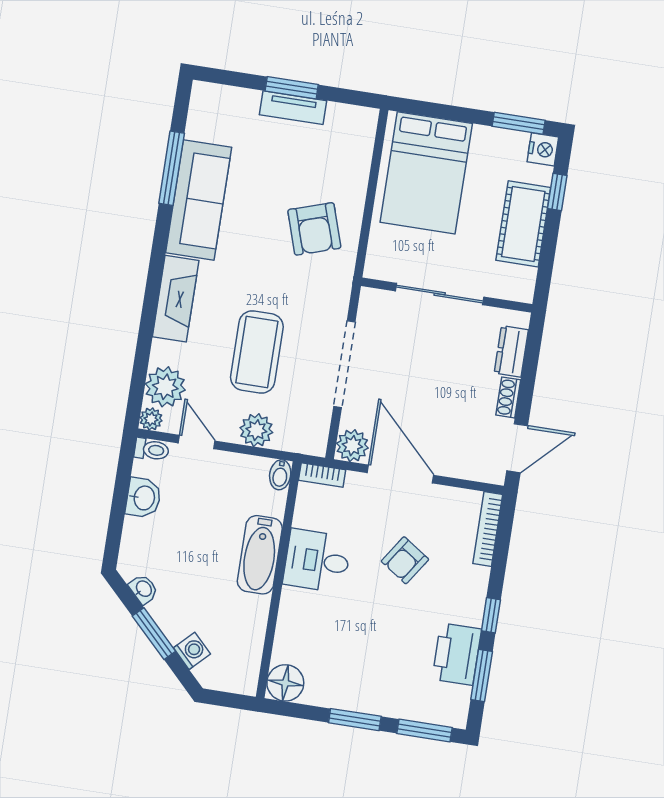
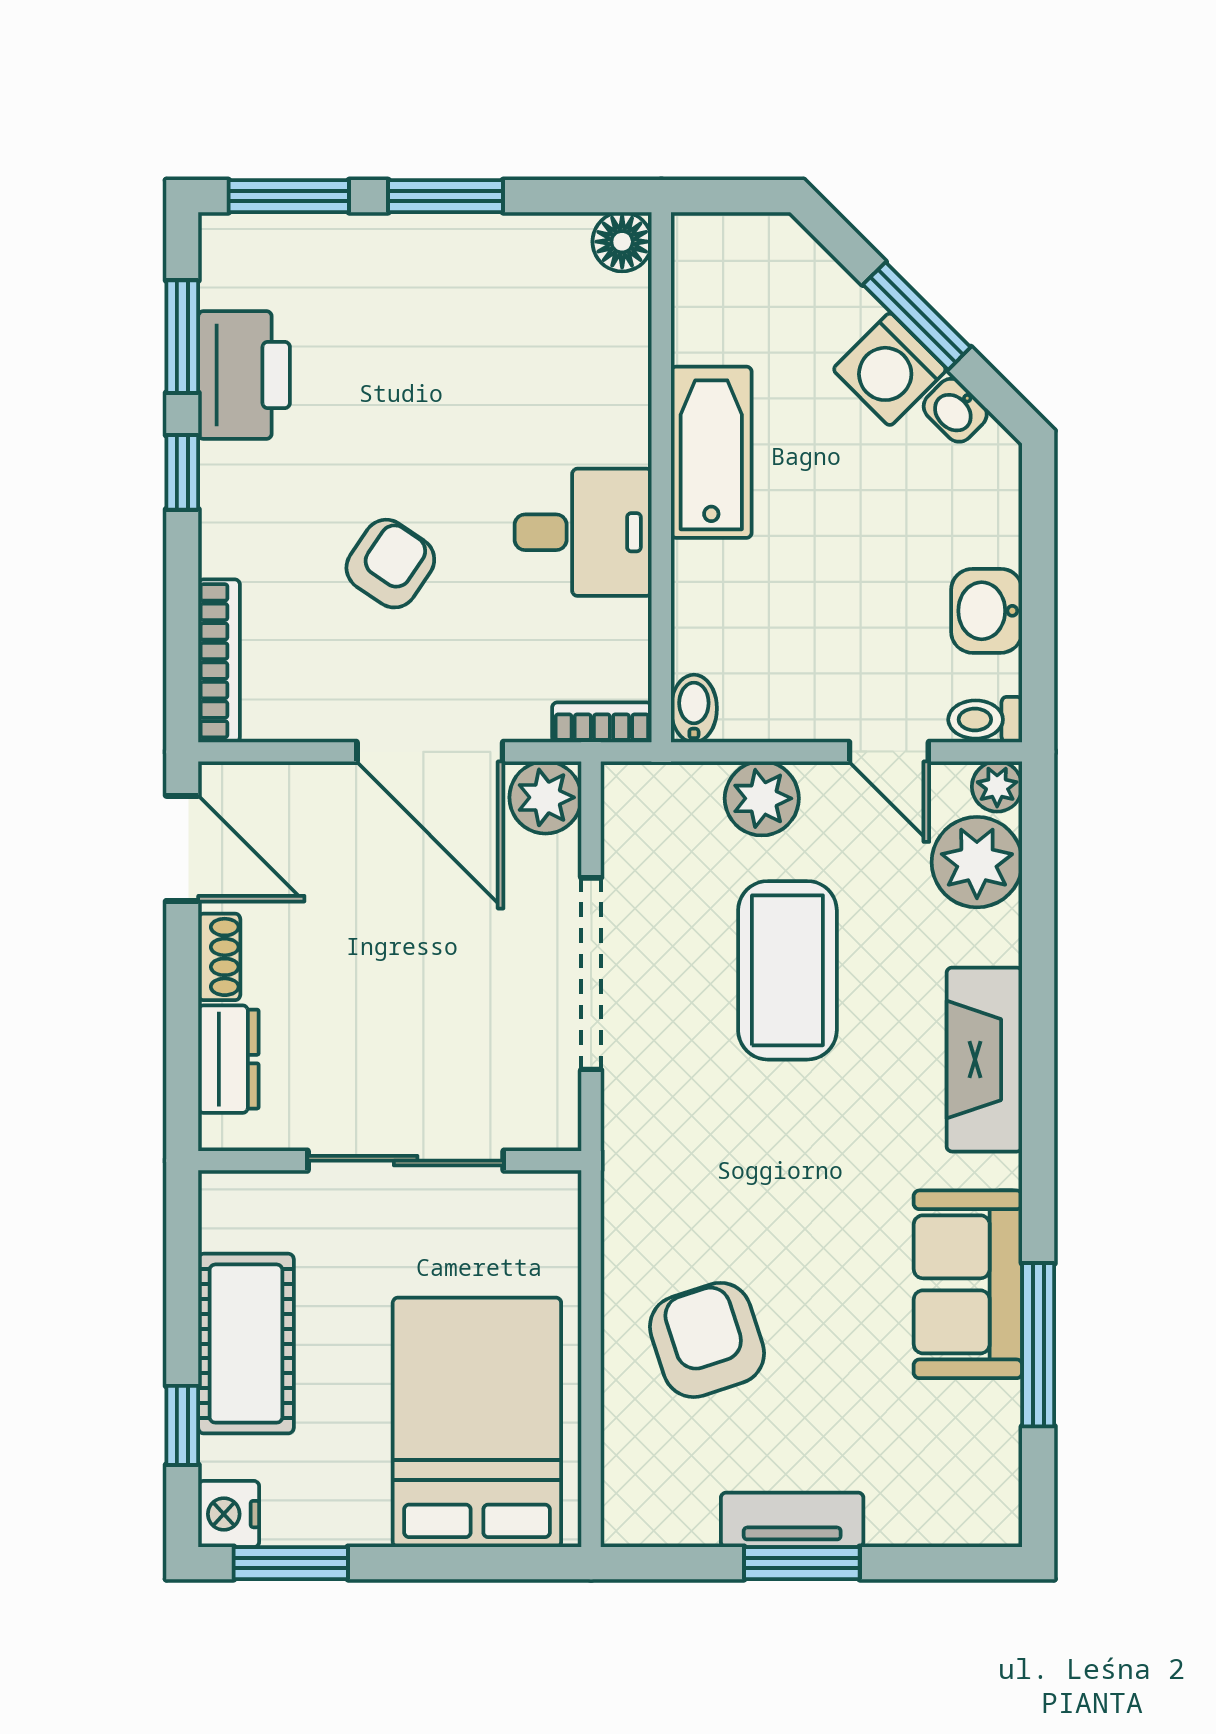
sofa: (199, 200) -> (968, 1284), width x0.73
armchair: (314, 229) -> (707, 1340), moved
door: (517, 448) -> (182, 848), swing flipped
bathtub: (260, 555) -> (711, 452), moved
washing machine: (192, 651) -> (890, 369), moved, width x1.38, depth x1.38
floor lamp: (285, 683) -> (622, 242), width x0.73, depth x0.73

